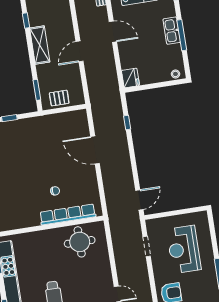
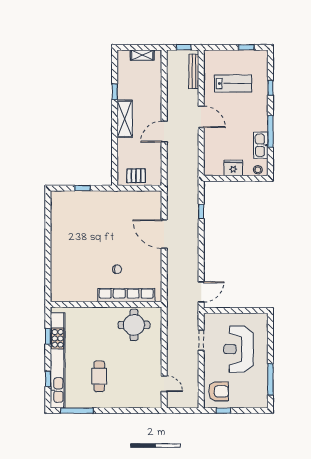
kitchen sink: (172, 31) -> (261, 145), moved
fridge: (130, 78) -> (233, 168), moved, turned -90
window: (37, 90) -> (115, 164), removed

